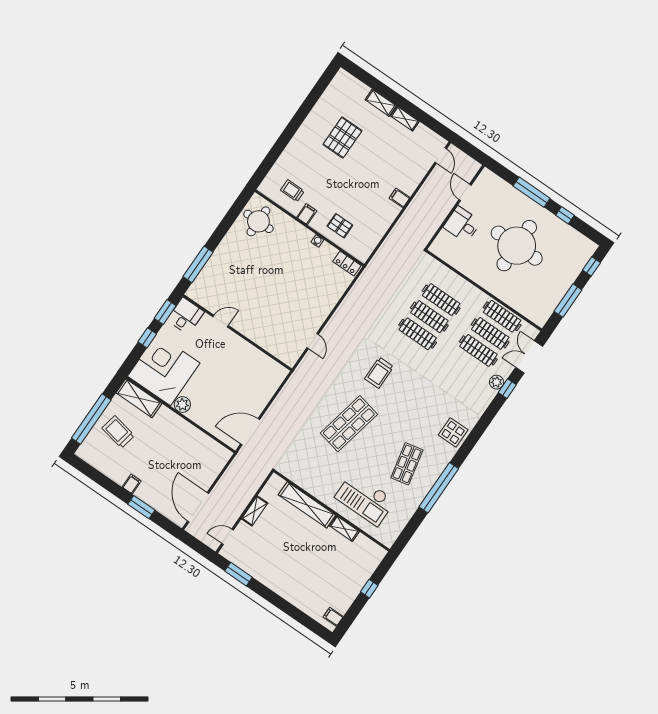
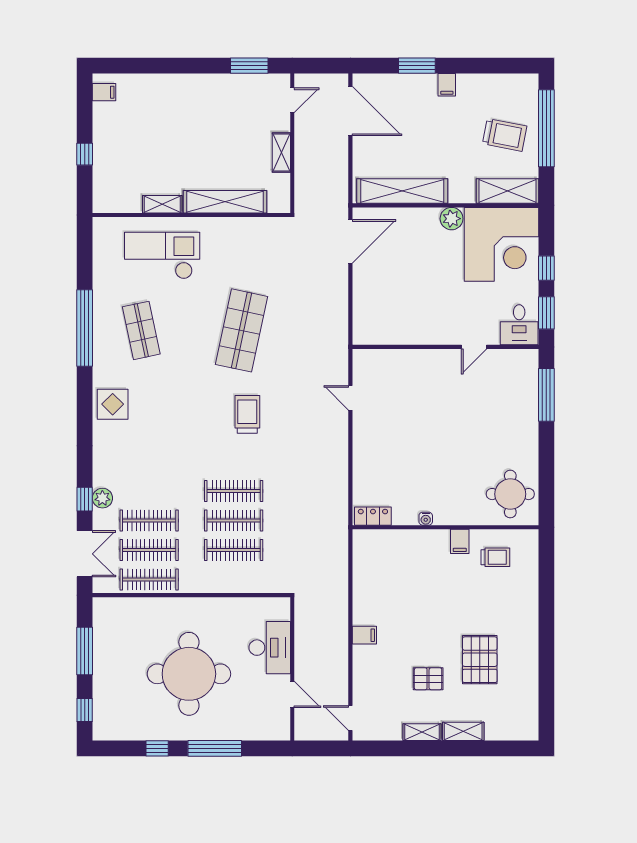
desk: (462, 224) -> (270, 648), width x1.37
pallet: (340, 226) -> (428, 679), moved
shelving: (200, 440) -> (402, 191), added

